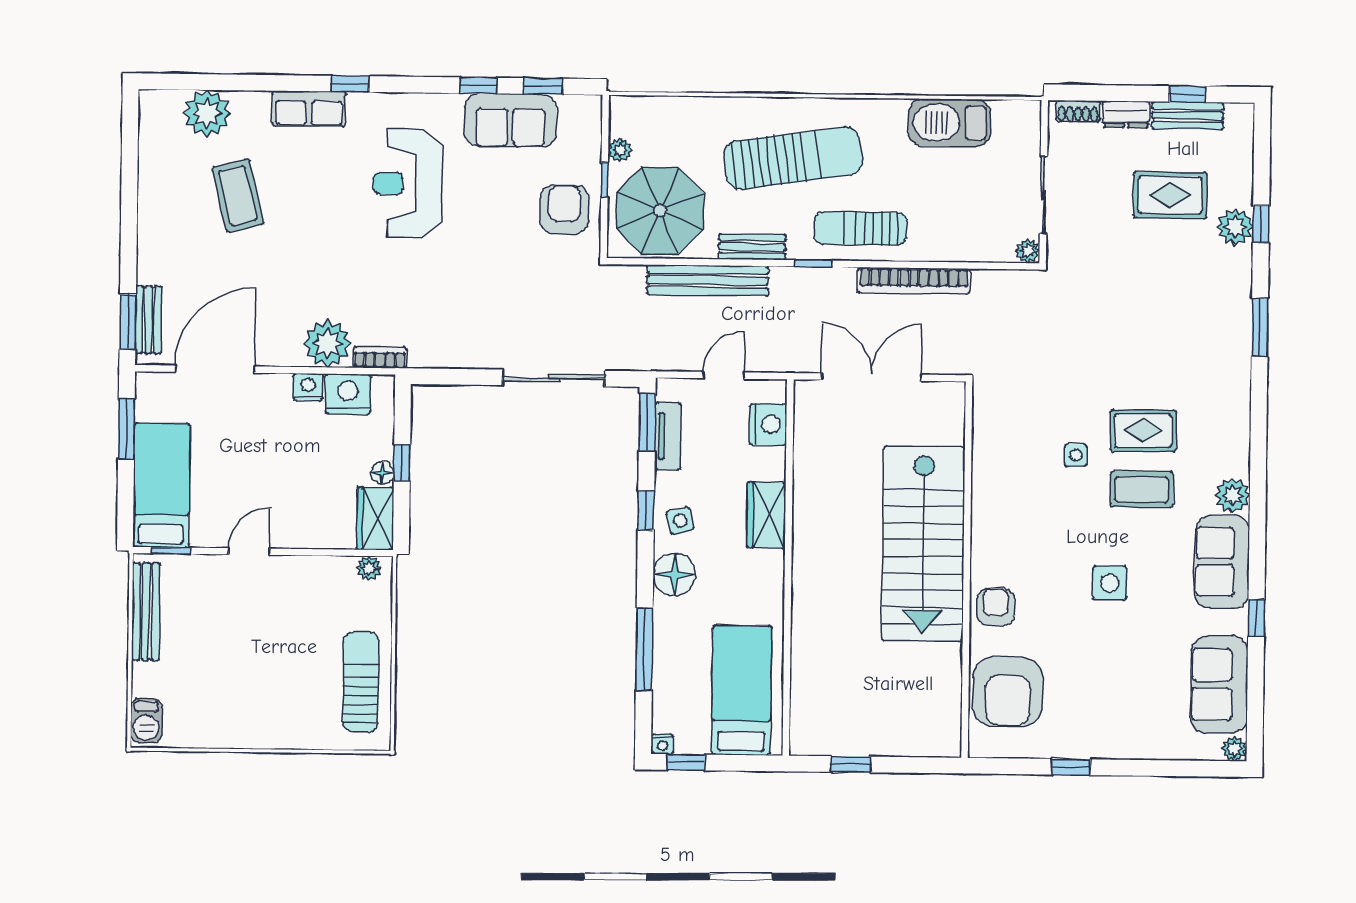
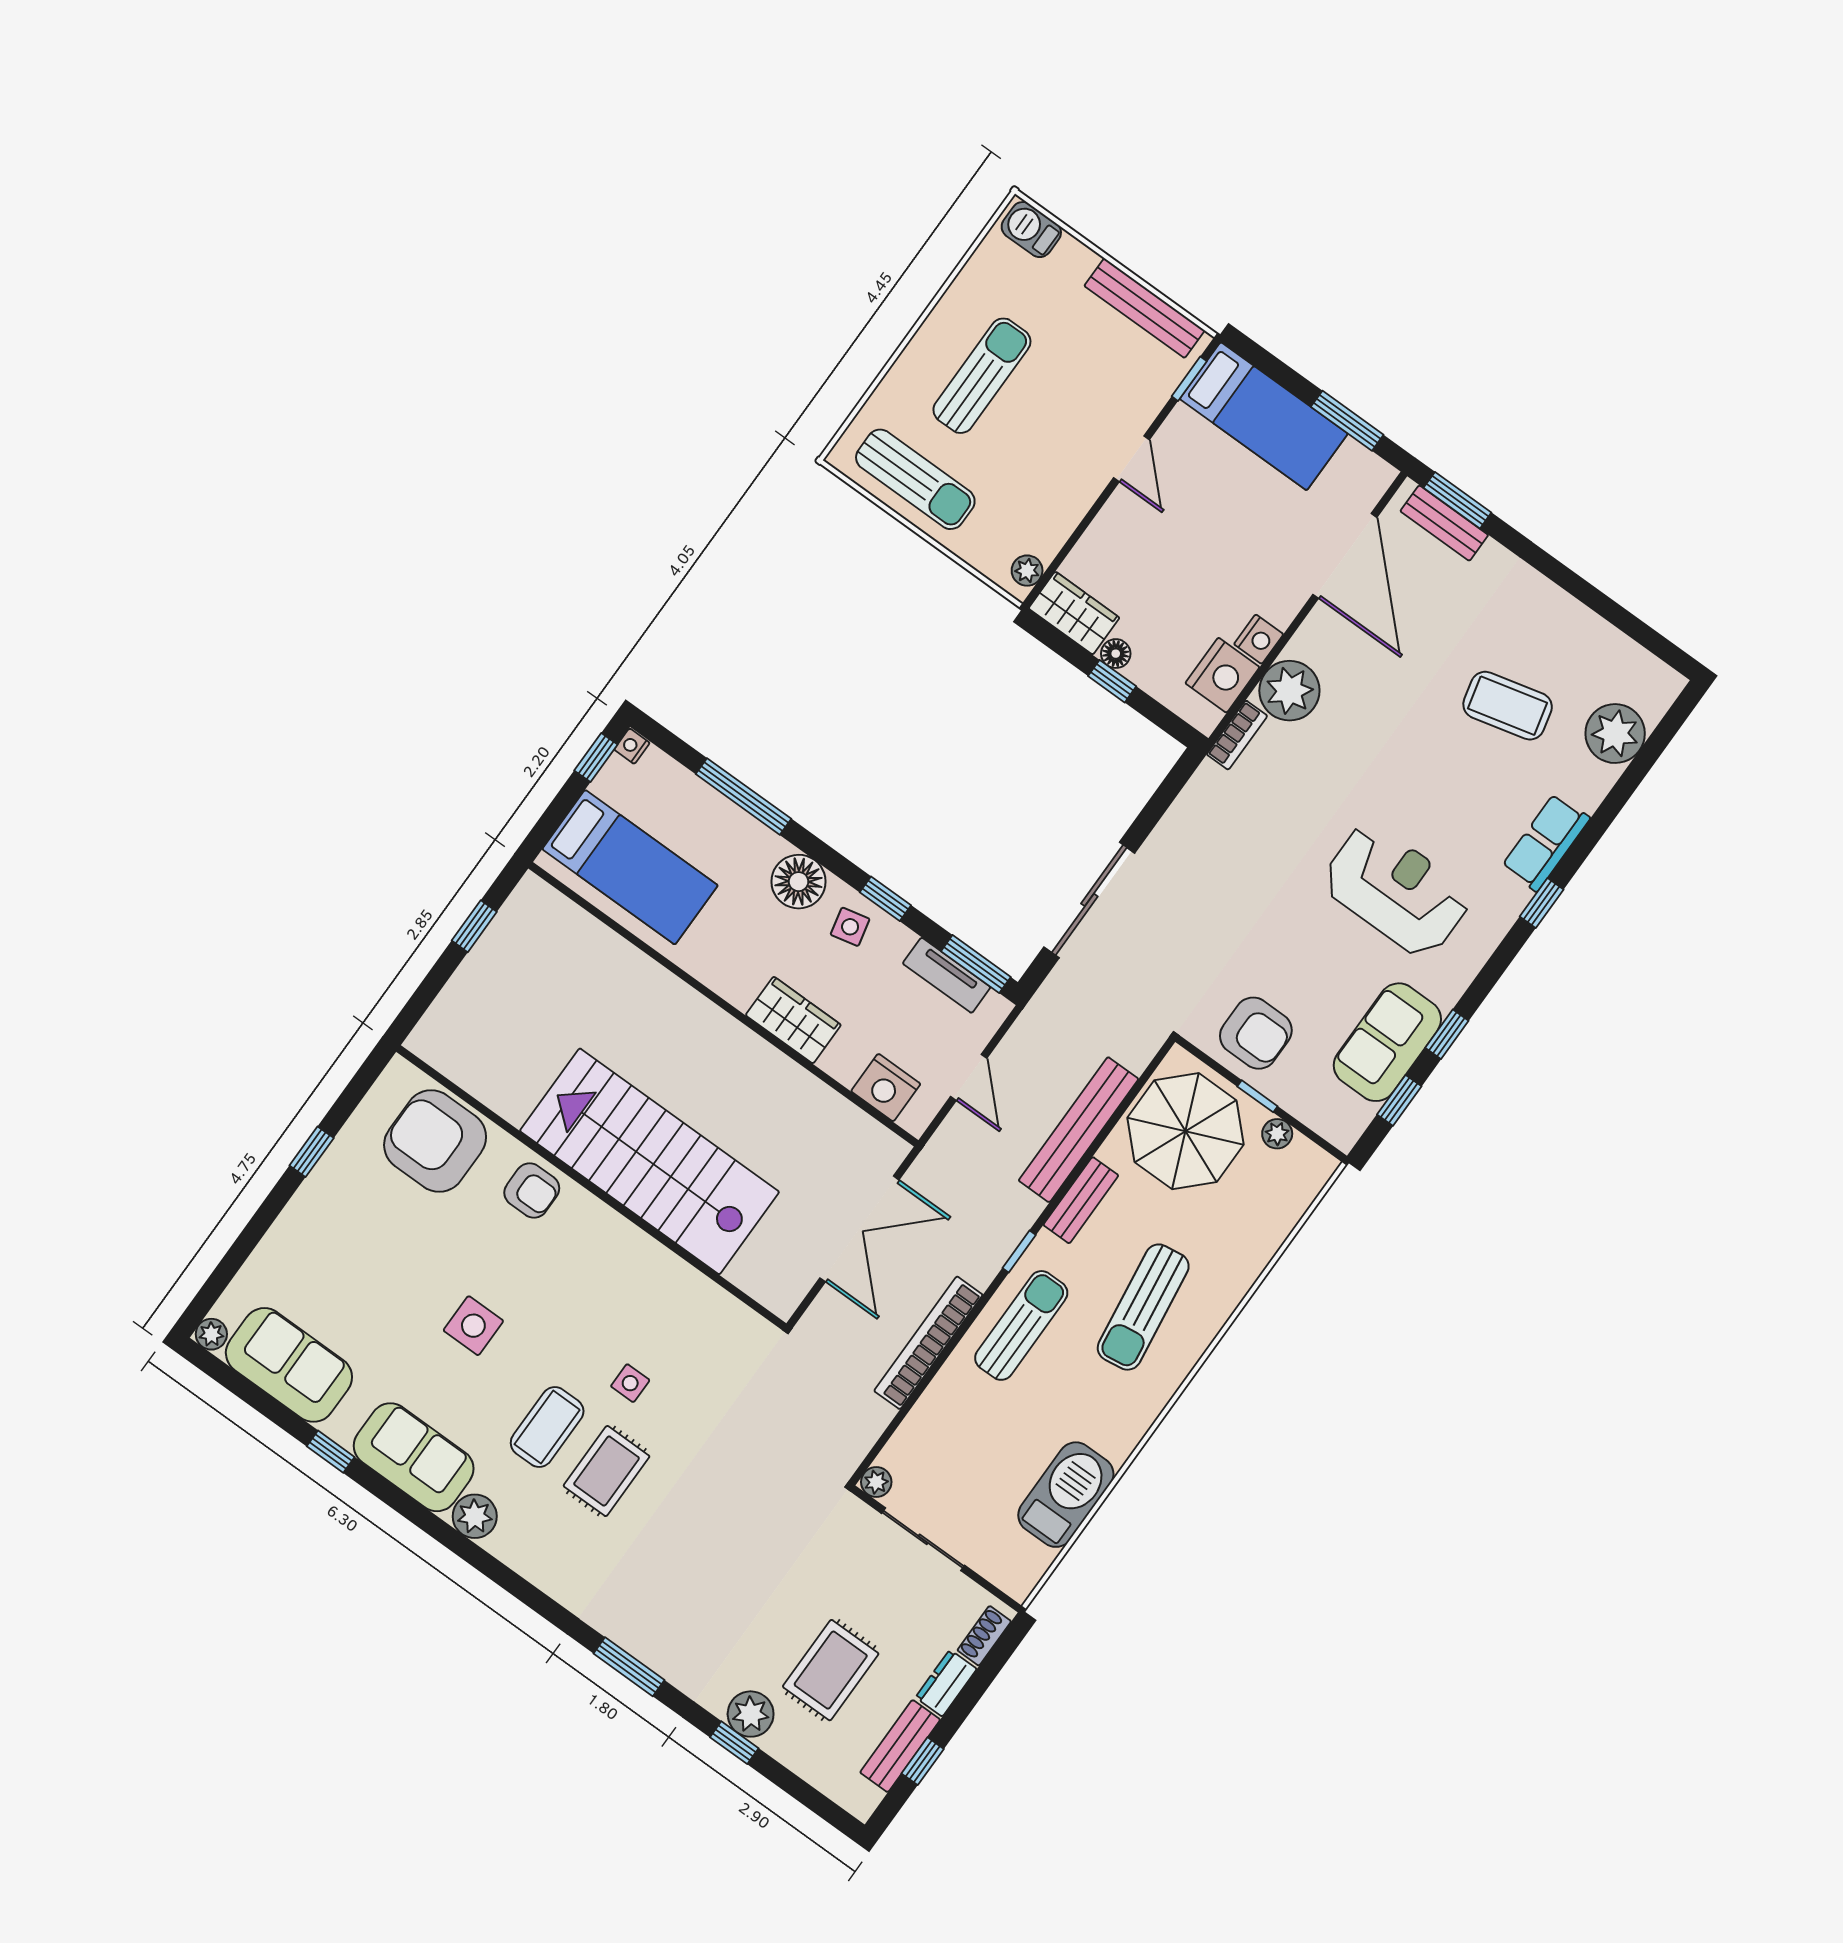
sun lounger: (793, 158) -> (1143, 1307), width x0.73, depth x0.75
sun lounger: (263, 686) -> (982, 376), added

